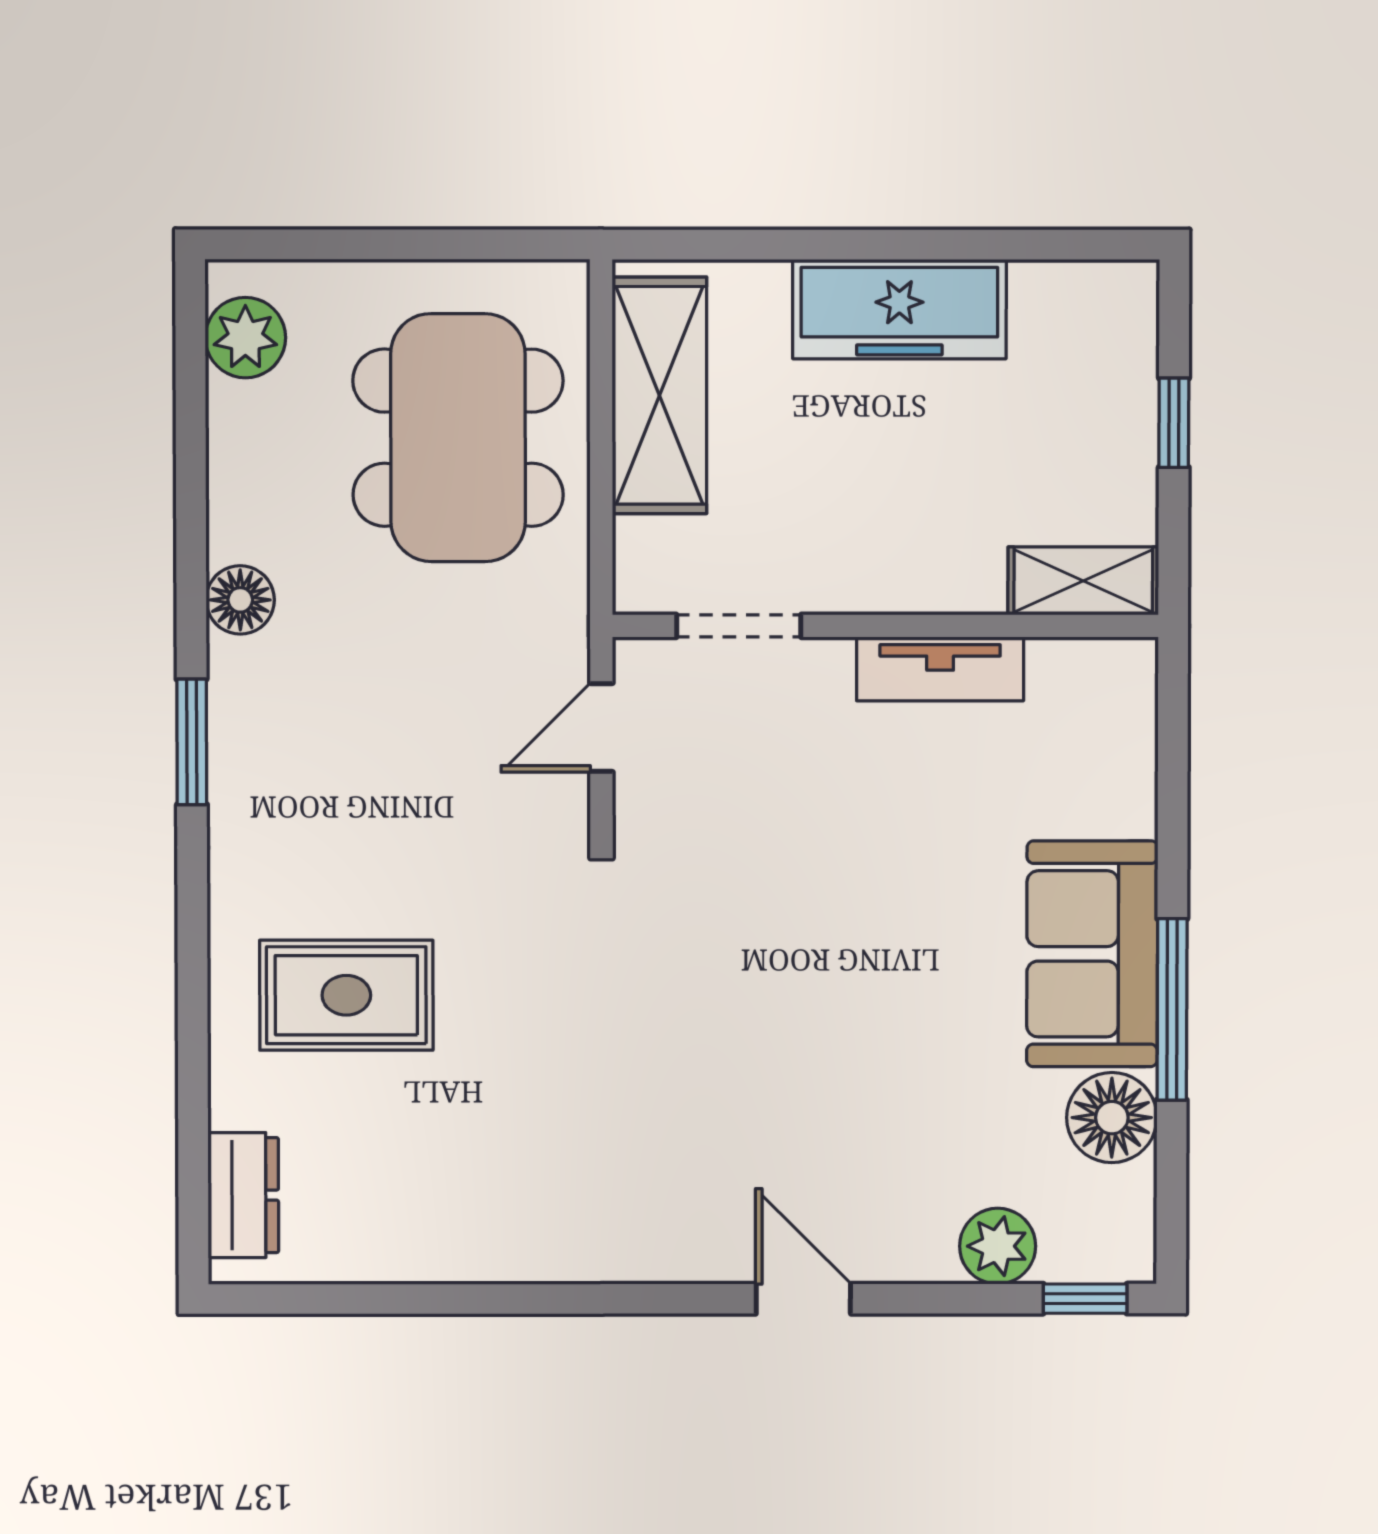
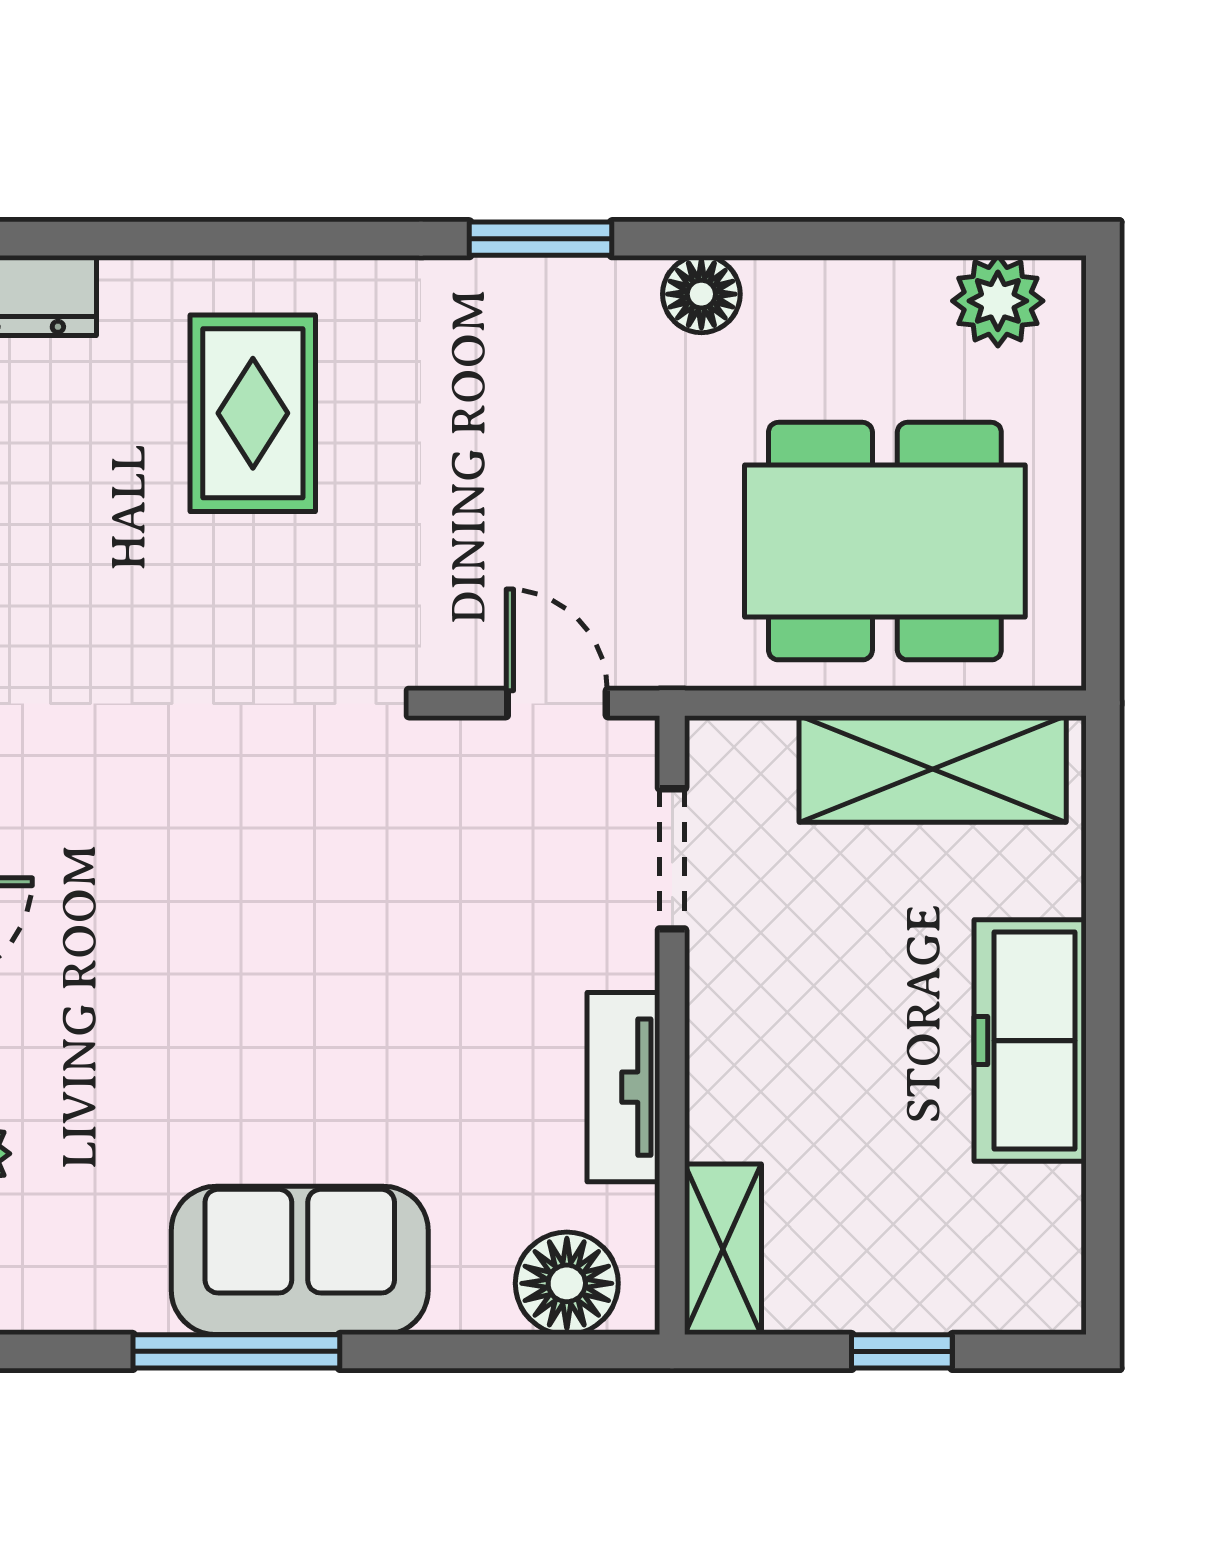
floor lamp: (1112, 1118) -> (567, 1283), moved

